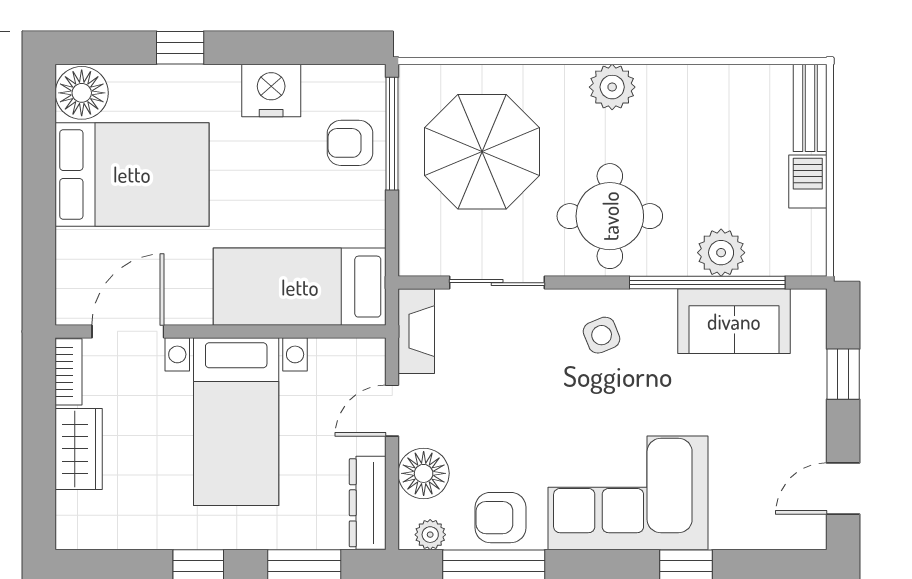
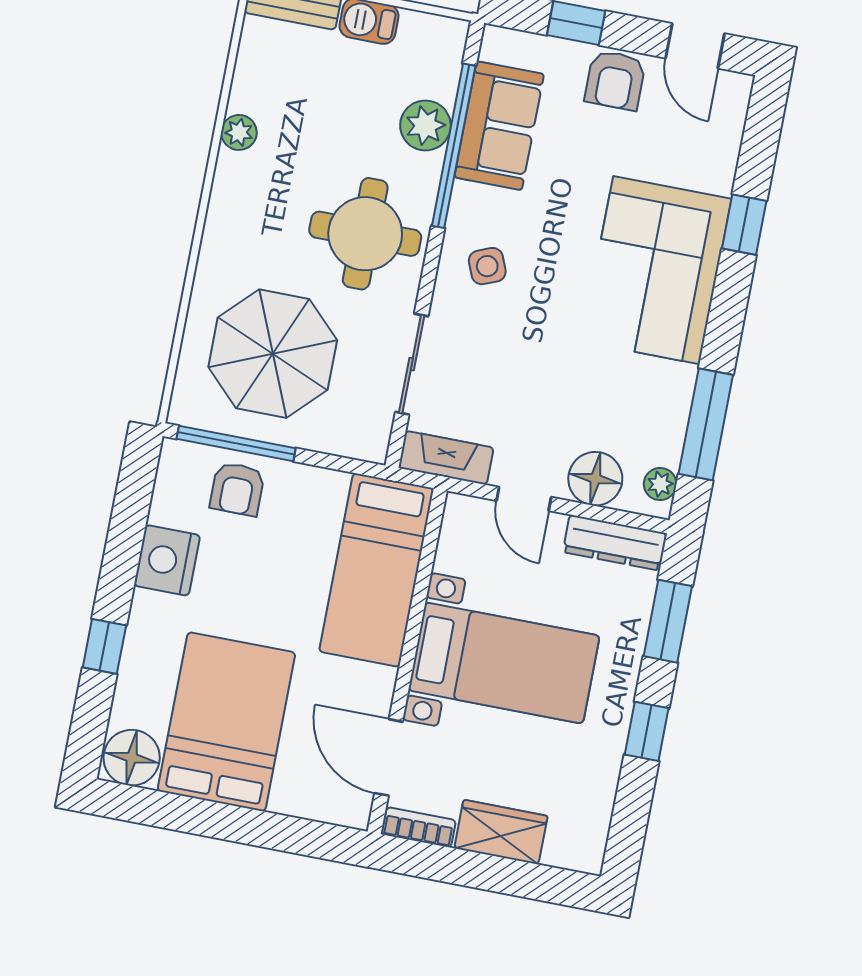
plant: (612, 87) -> (239, 132), moved, width x0.73, depth x0.73
armchair: (501, 518) -> (615, 80), moved

